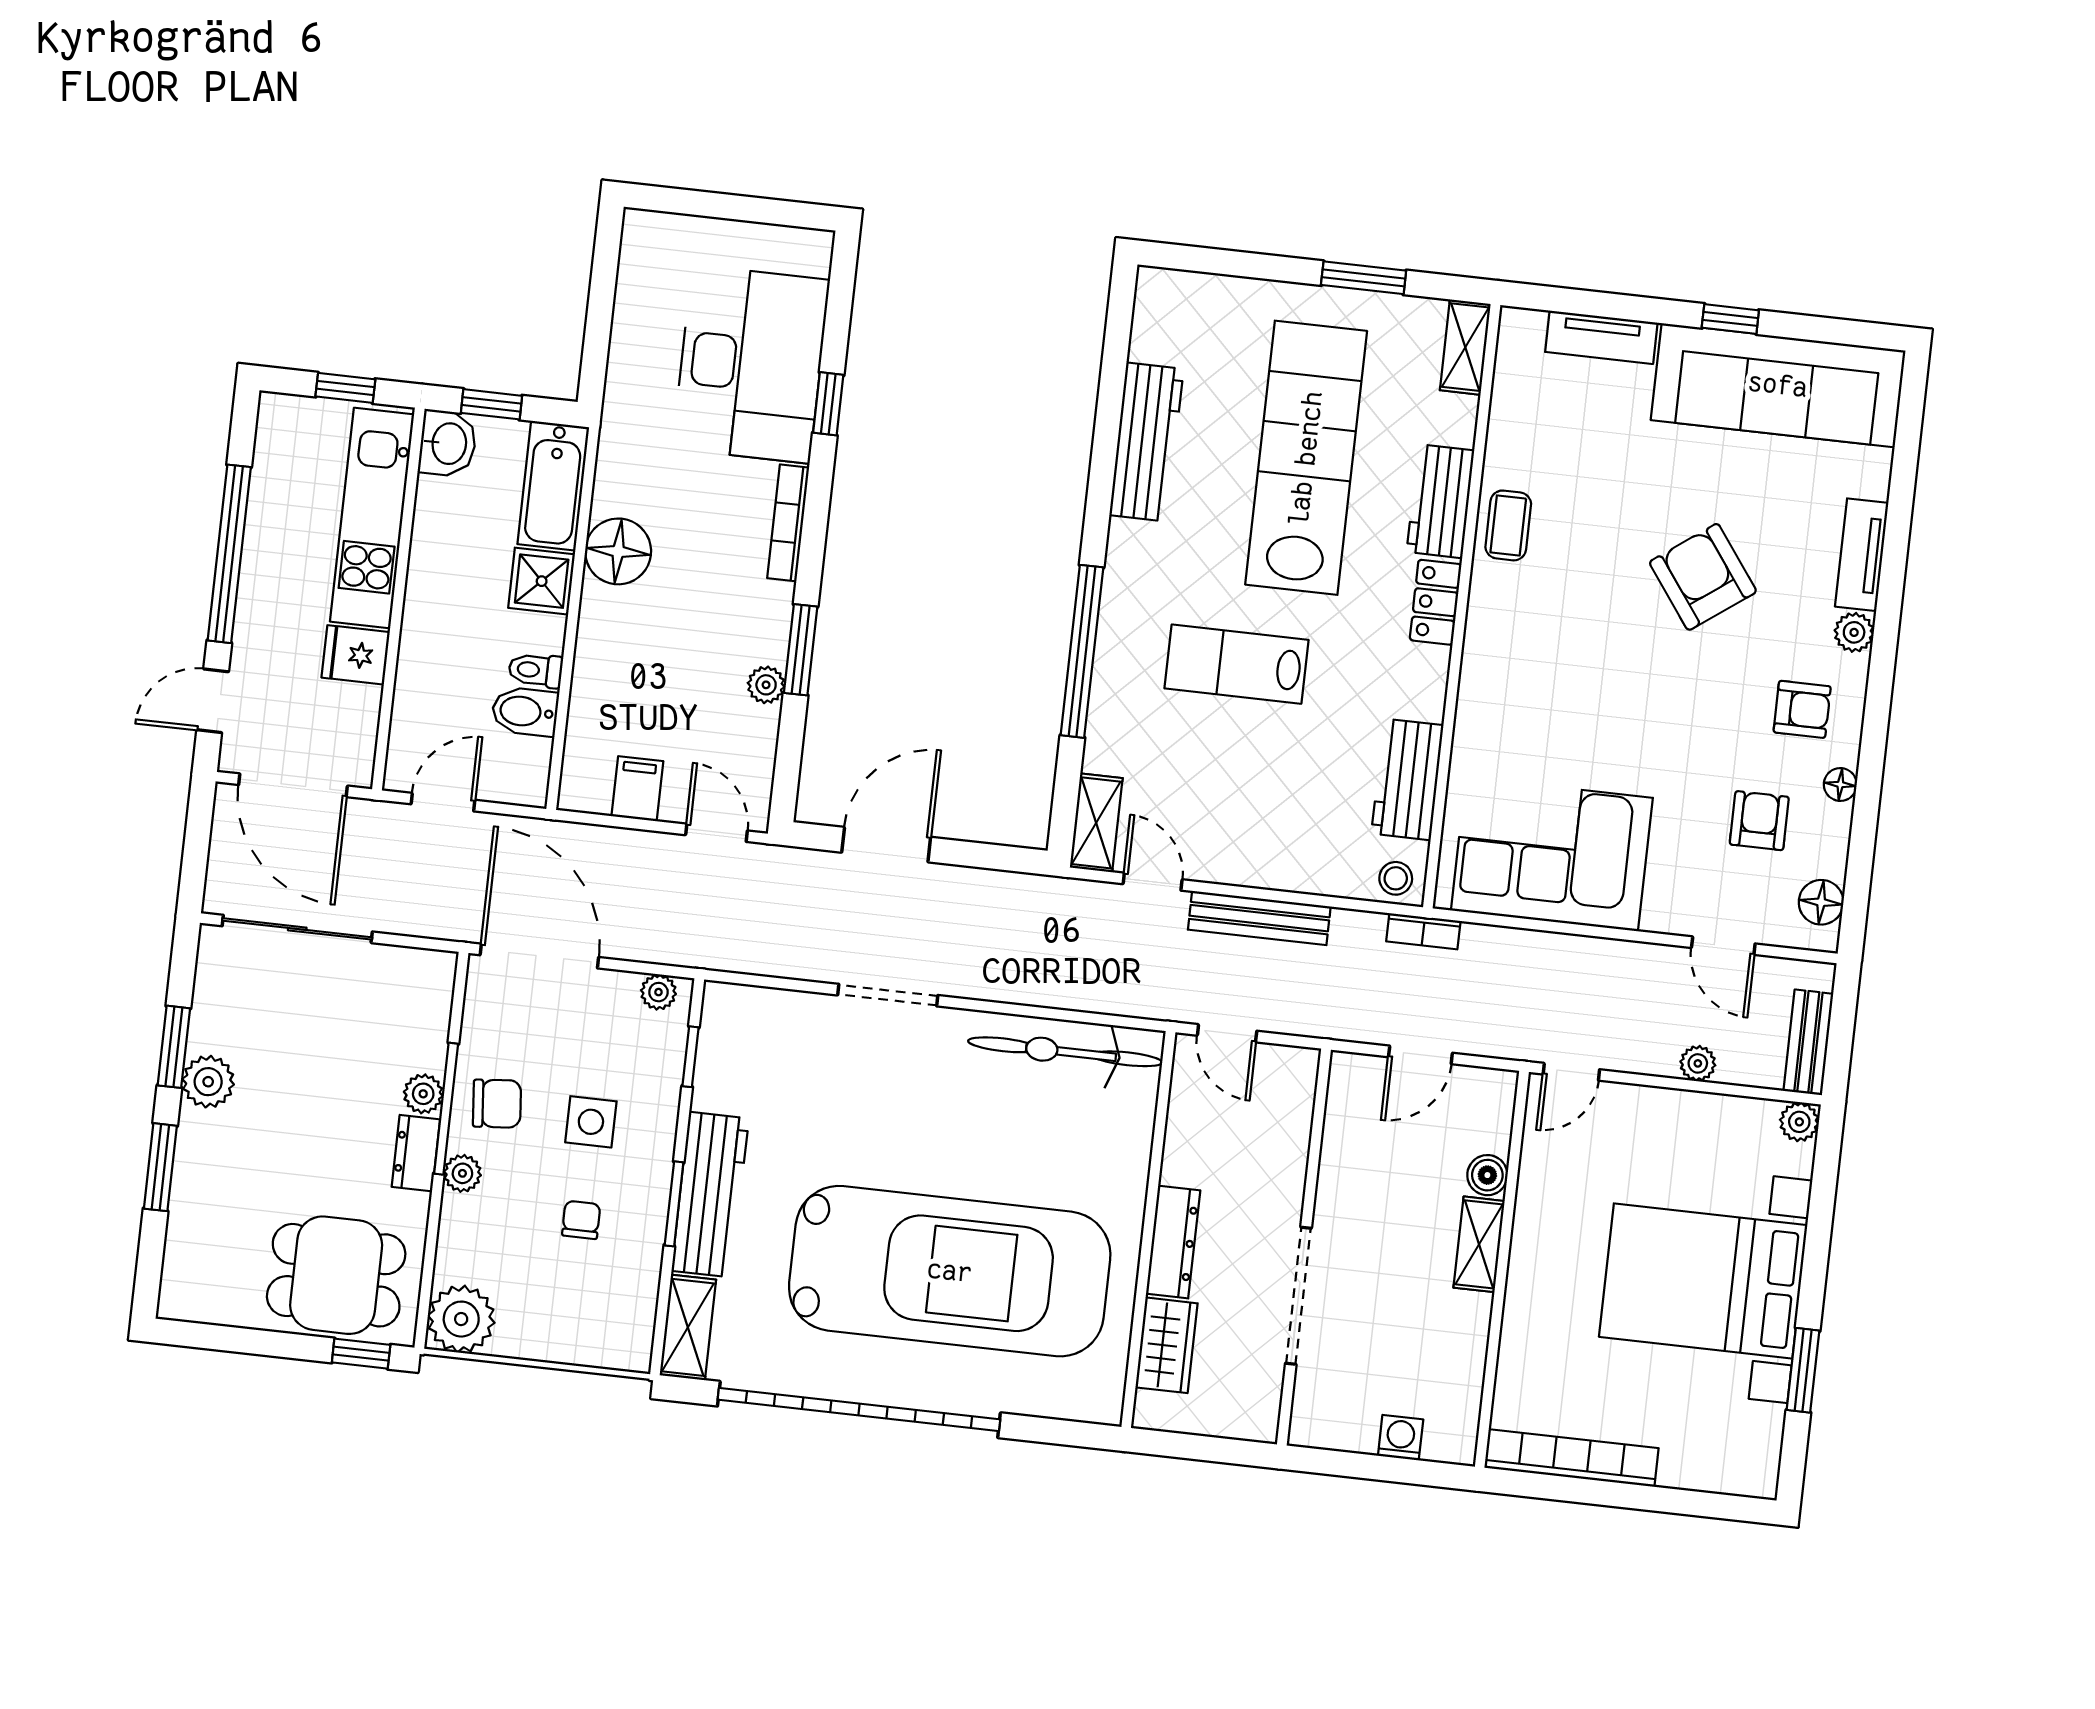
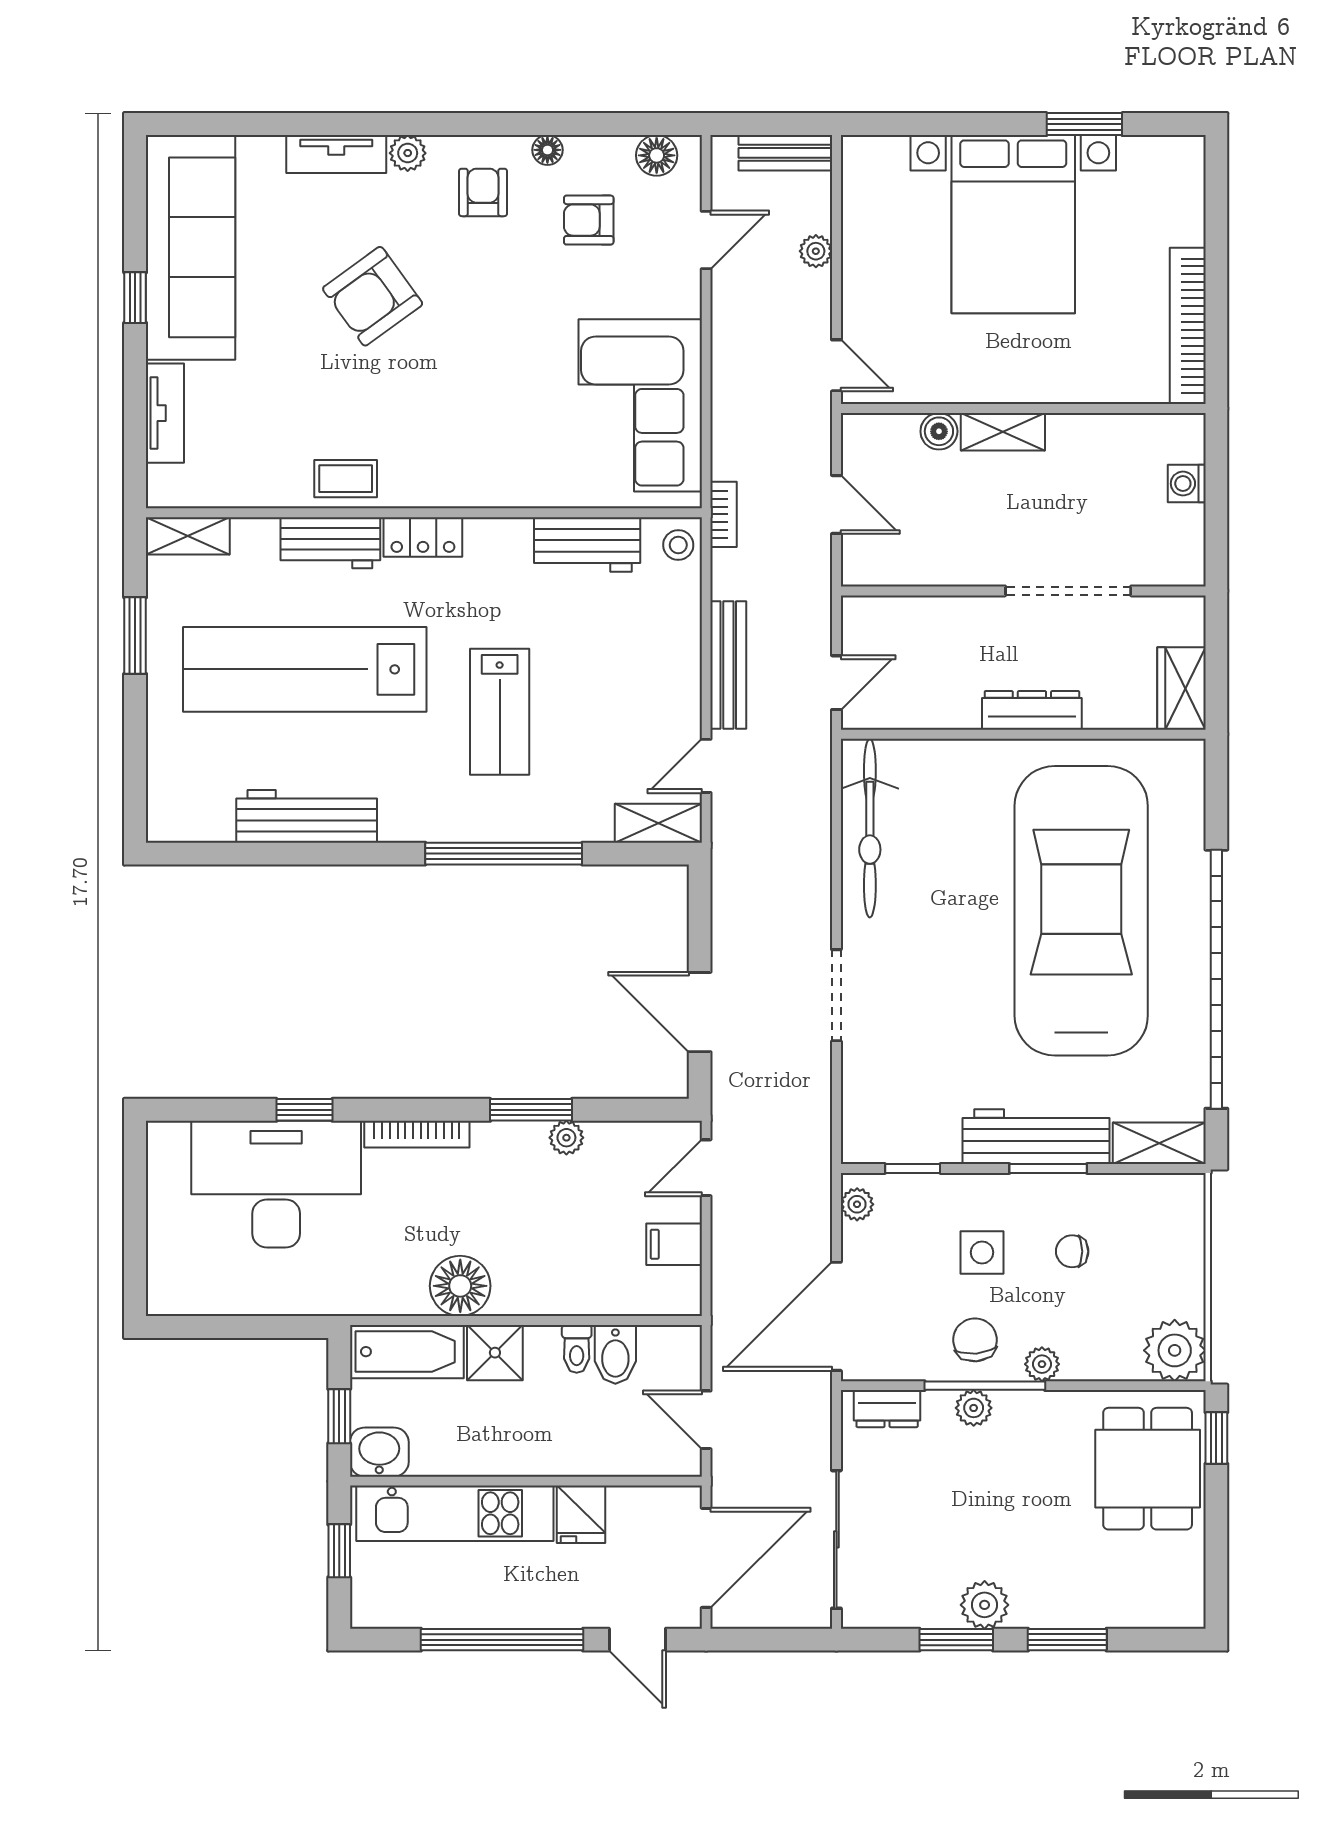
plant: (1799, 1122) -> (859, 153), removed
dresser: (416, 1153) -> (887, 1409), moved
wardrobe: (1167, 1345) -> (1182, 688), moved, turned -90

